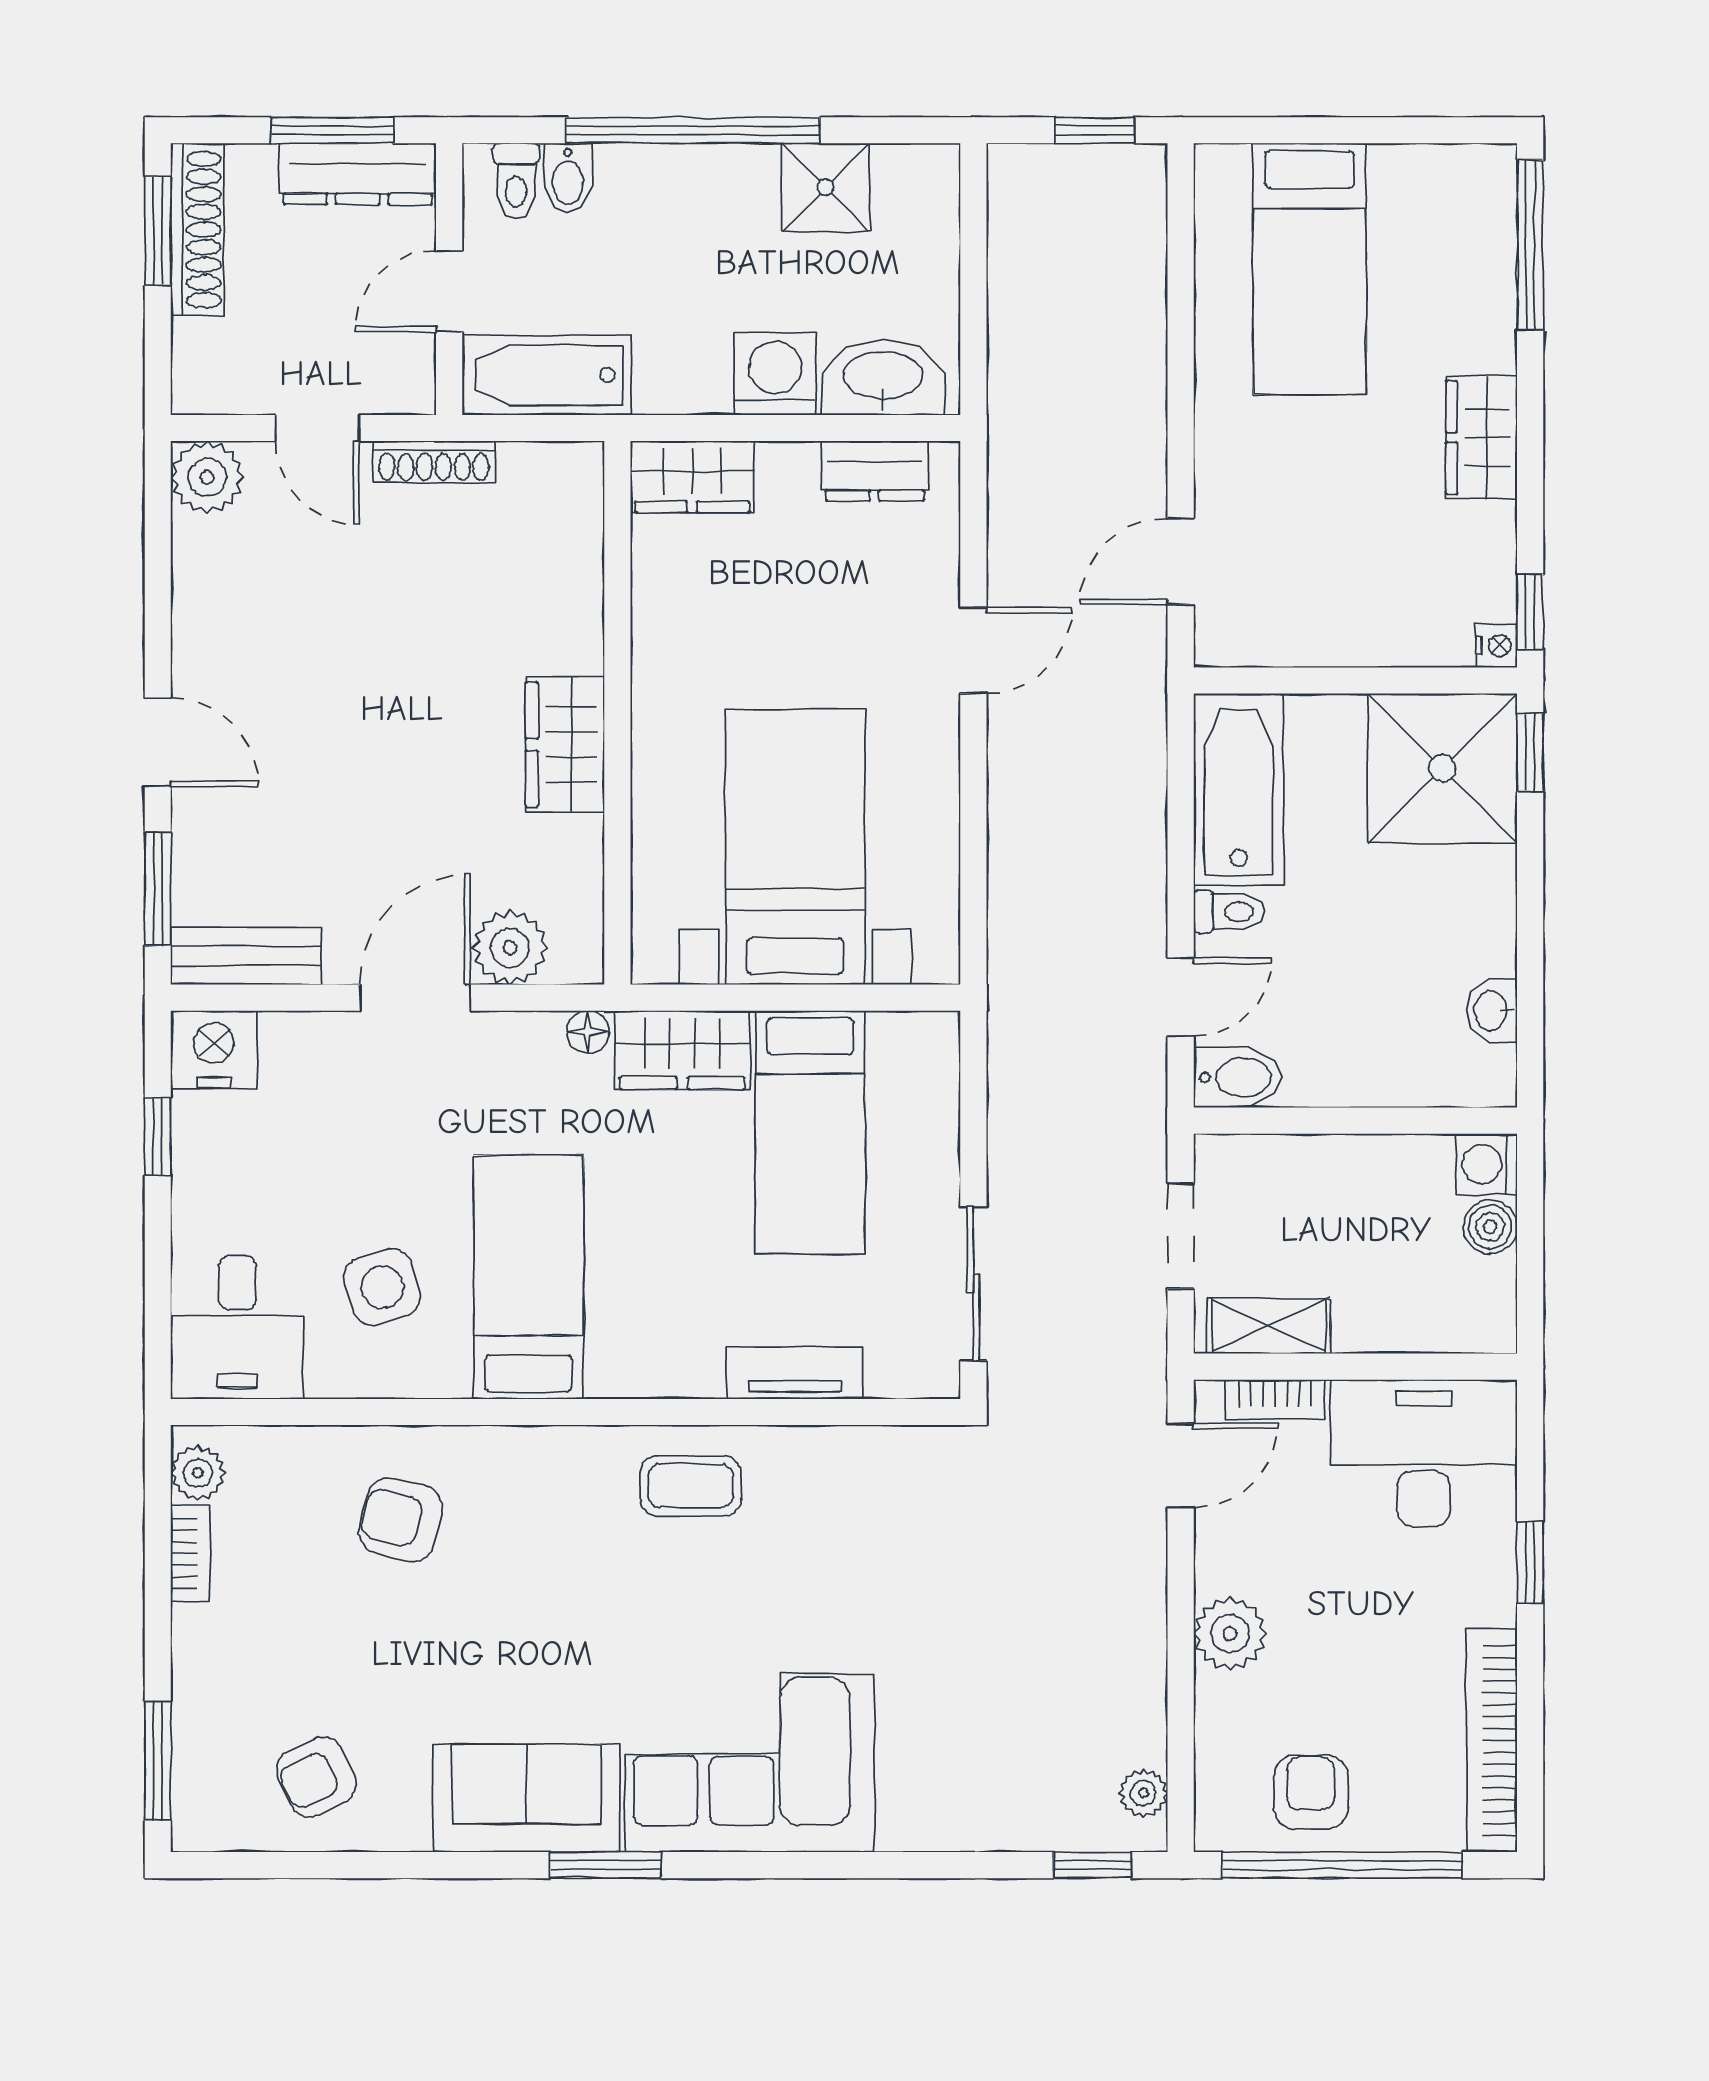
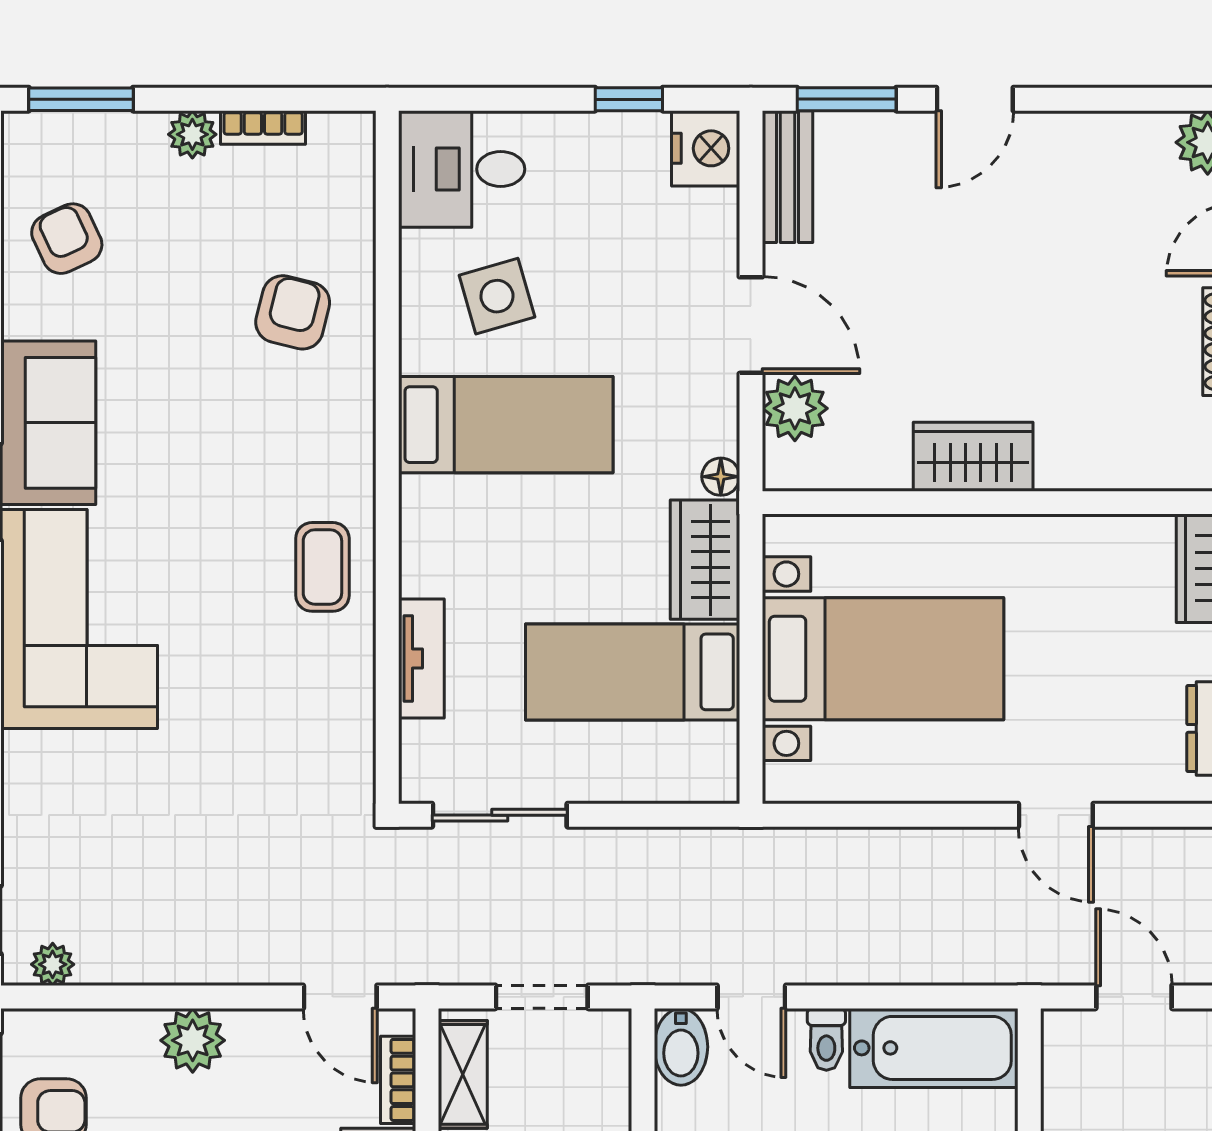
plant: (198, 1473) -> (192, 134), moved

